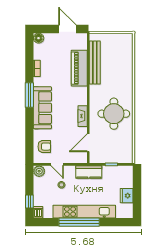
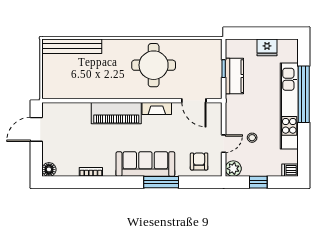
bench: (95, 63) -> (72, 46), moved
piano: (79, 68) -> (116, 113), moved
window: (29, 95) -> (161, 182), moved
kitchen counter: (89, 172) -> (234, 76), moved
window: (29, 202) -> (258, 182), moved
window: (79, 222) -> (304, 94), moved

